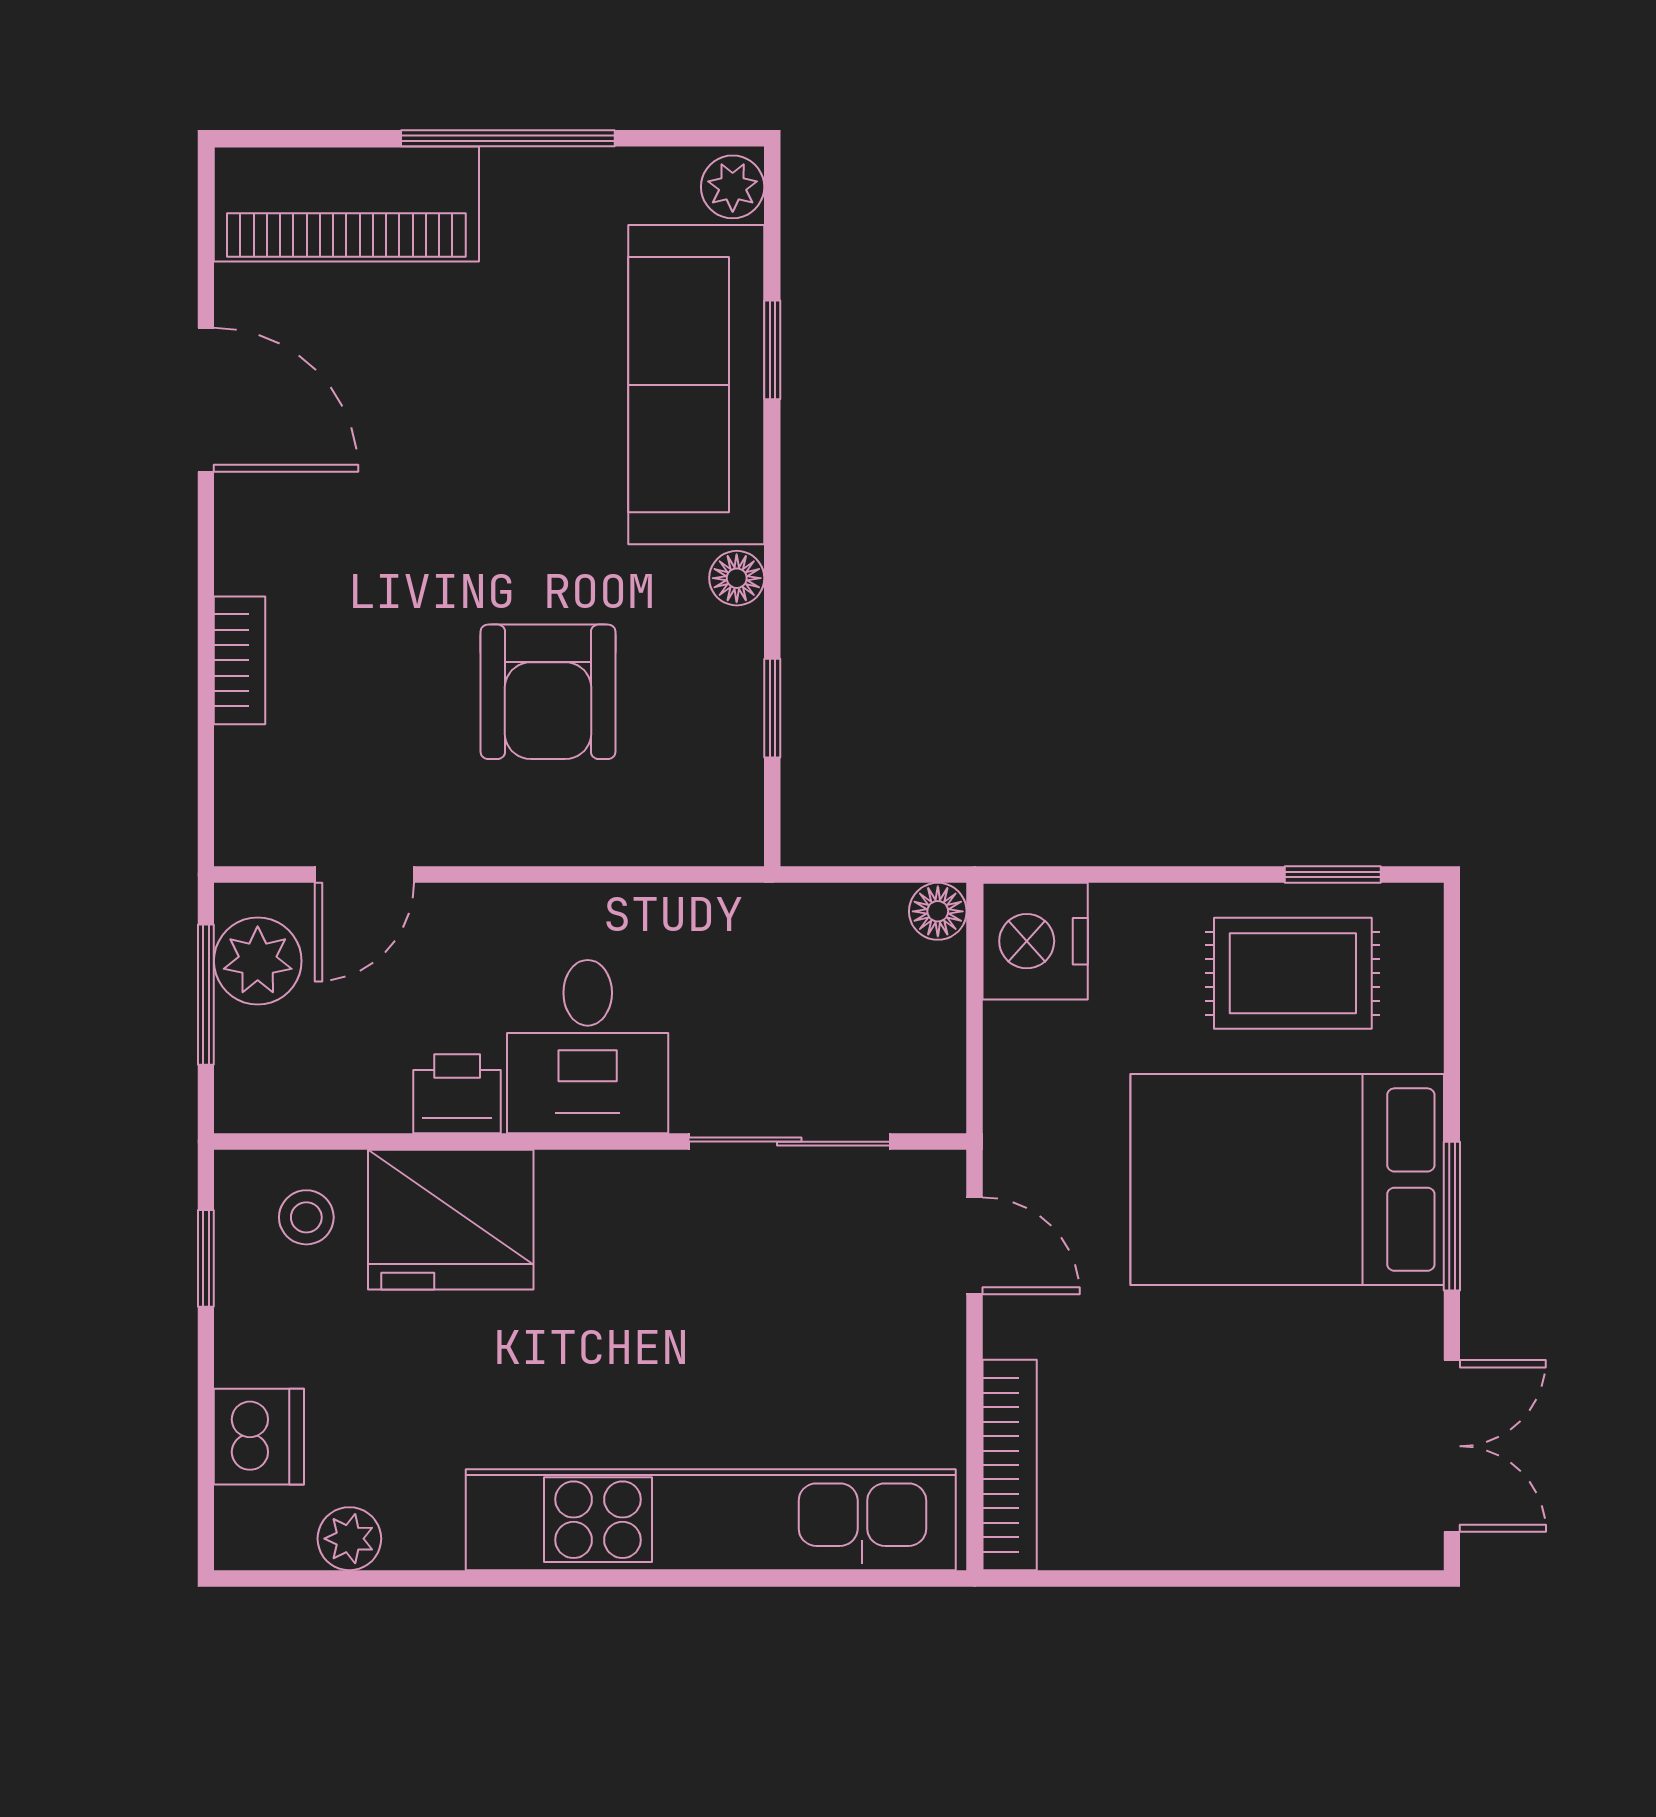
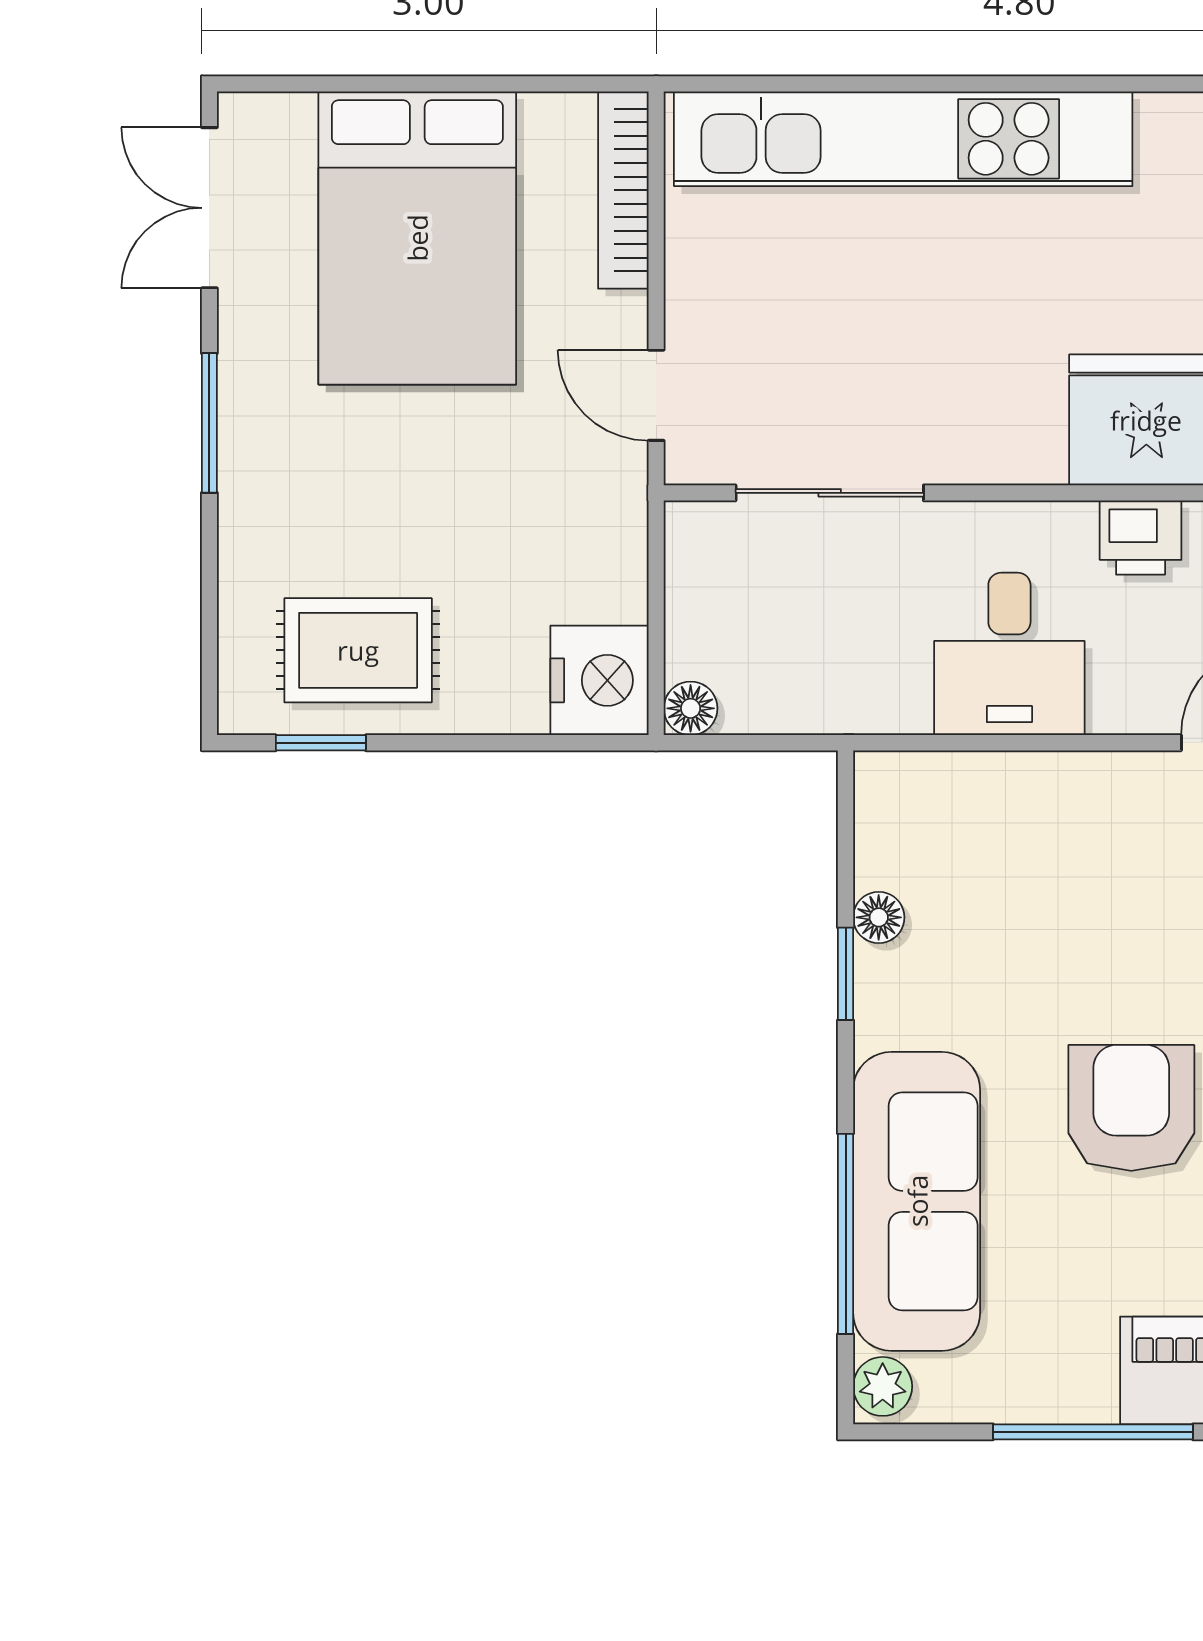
window: (772, 350) -> (846, 1234), width x2.17
floor lamp: (737, 578) -> (879, 917), moved
armchair: (548, 692) -> (1131, 1108), moved
window: (772, 708) -> (846, 974), moved
desk: (588, 1047) -> (1009, 654), moved, turned 180
bed: (1287, 1180) -> (417, 238), moved, turned 90

